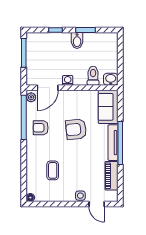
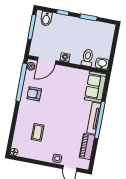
bidet: (77, 41) -> (46, 19), moved
armchair: (76, 129) -> (64, 101), removed

